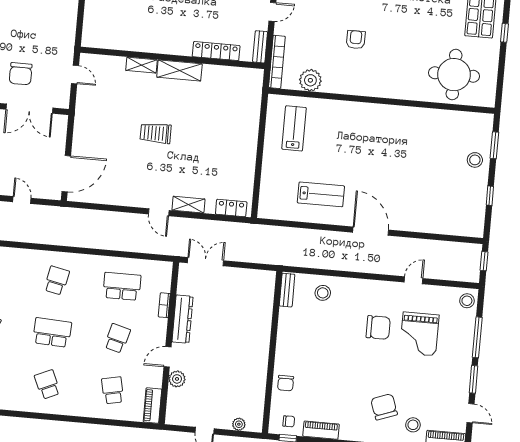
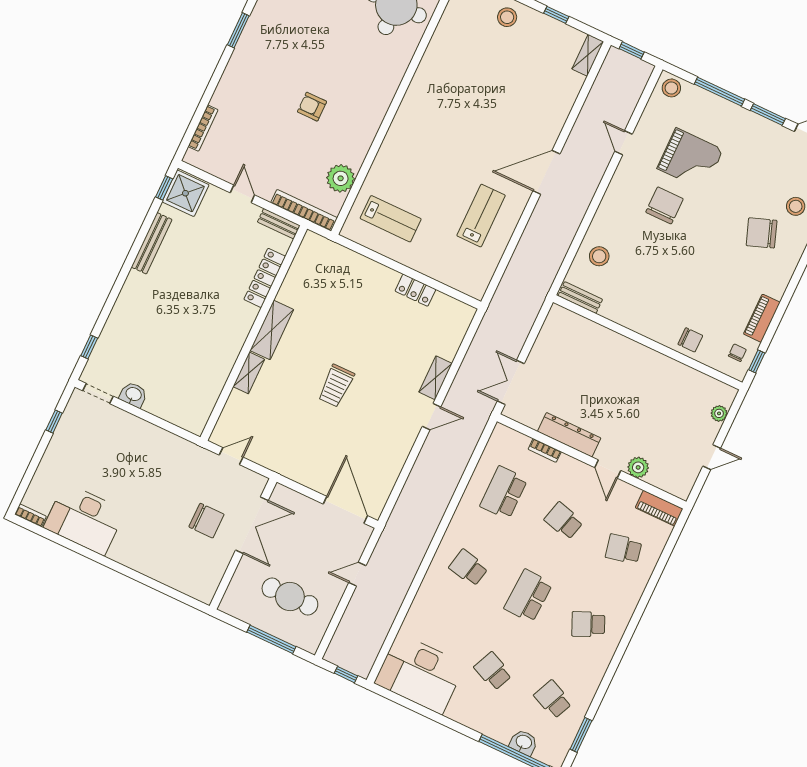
lab bench: (294, 128) -> (391, 219), turned 180
locker: (231, 208) -> (415, 290), moved, turned -90
shelving: (469, 230) -> (588, 55), added

